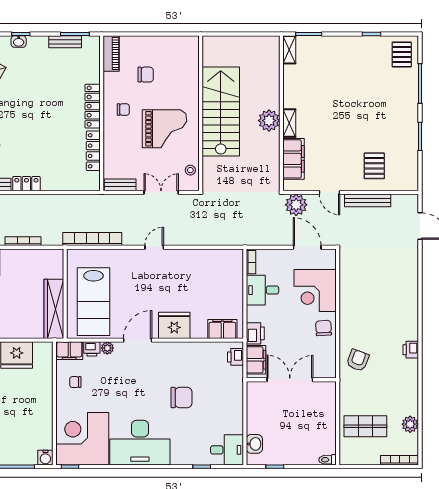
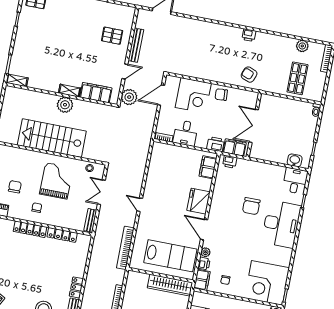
chair: (181, 398) -> (251, 206), turned 180
desk: (140, 443) -> (281, 224), moved

